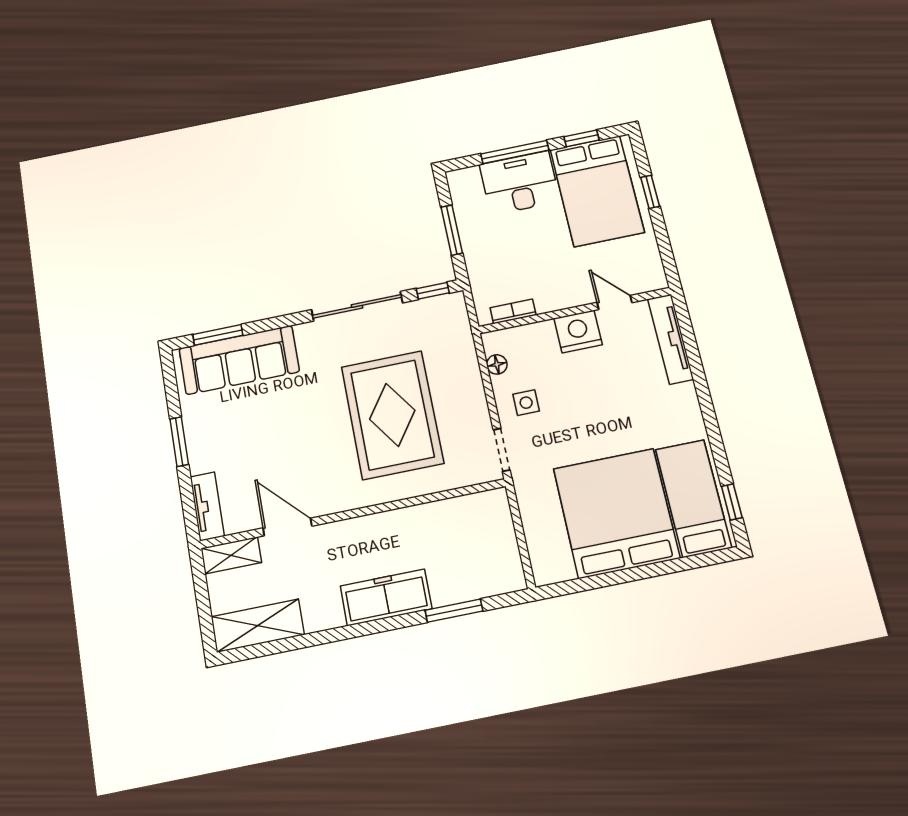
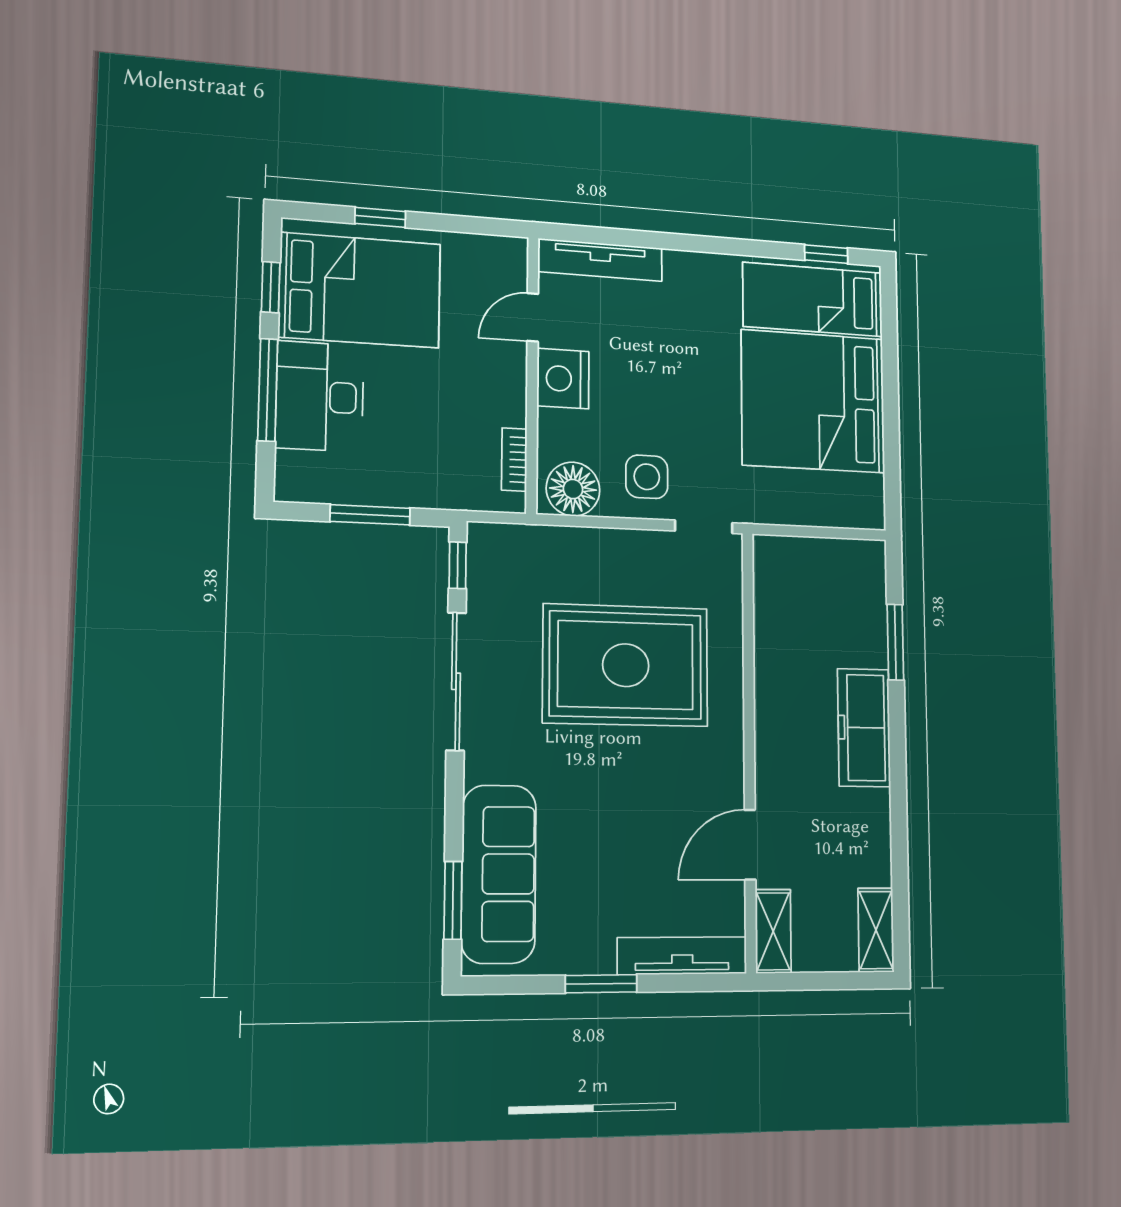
floor lamp: (497, 364) -> (573, 489), width x1.89, depth x1.89
side table: (526, 403) -> (647, 477), width x1.37, depth x1.37
tv unit: (207, 506) -> (682, 956), width x1.41
shelving: (258, 626) -> (876, 930), width x0.67, depth x0.75

